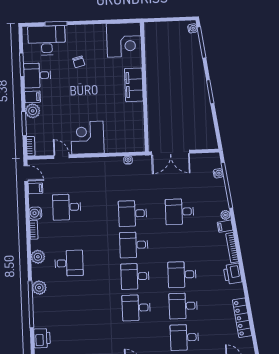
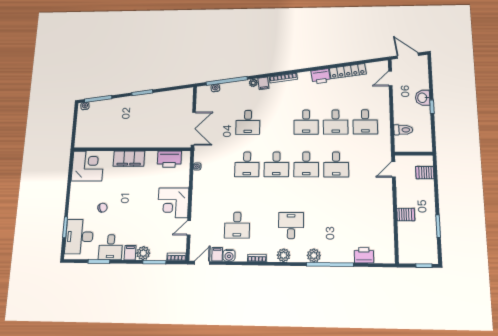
printer: (135, 129) -> (169, 159), added
water cooler: (35, 213) -> (229, 255), moved
printer: (233, 274) -> (321, 76), moved

